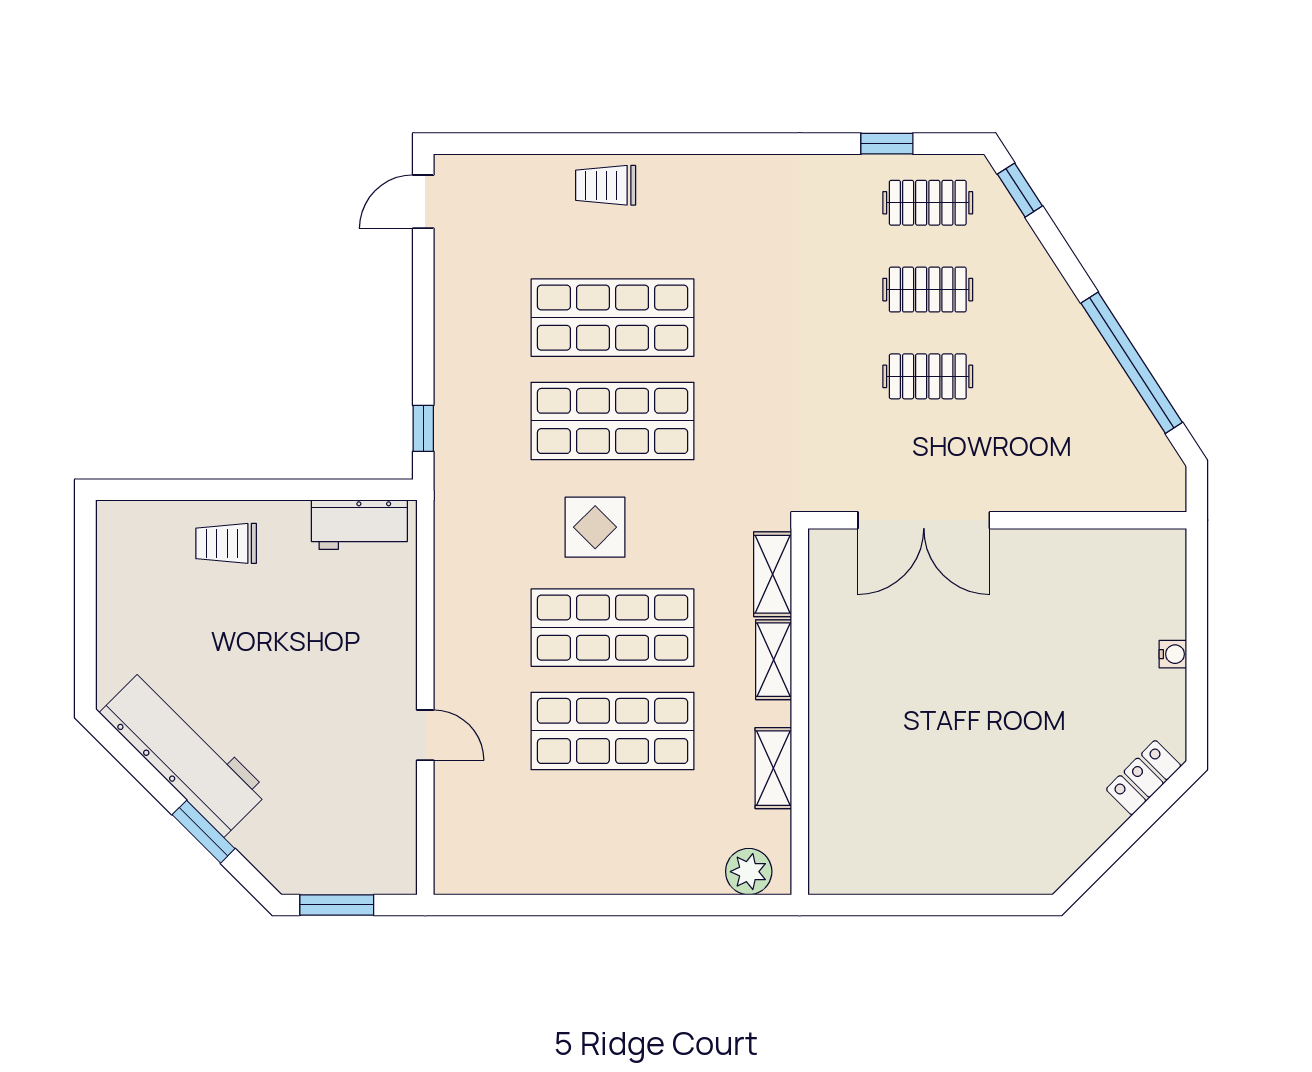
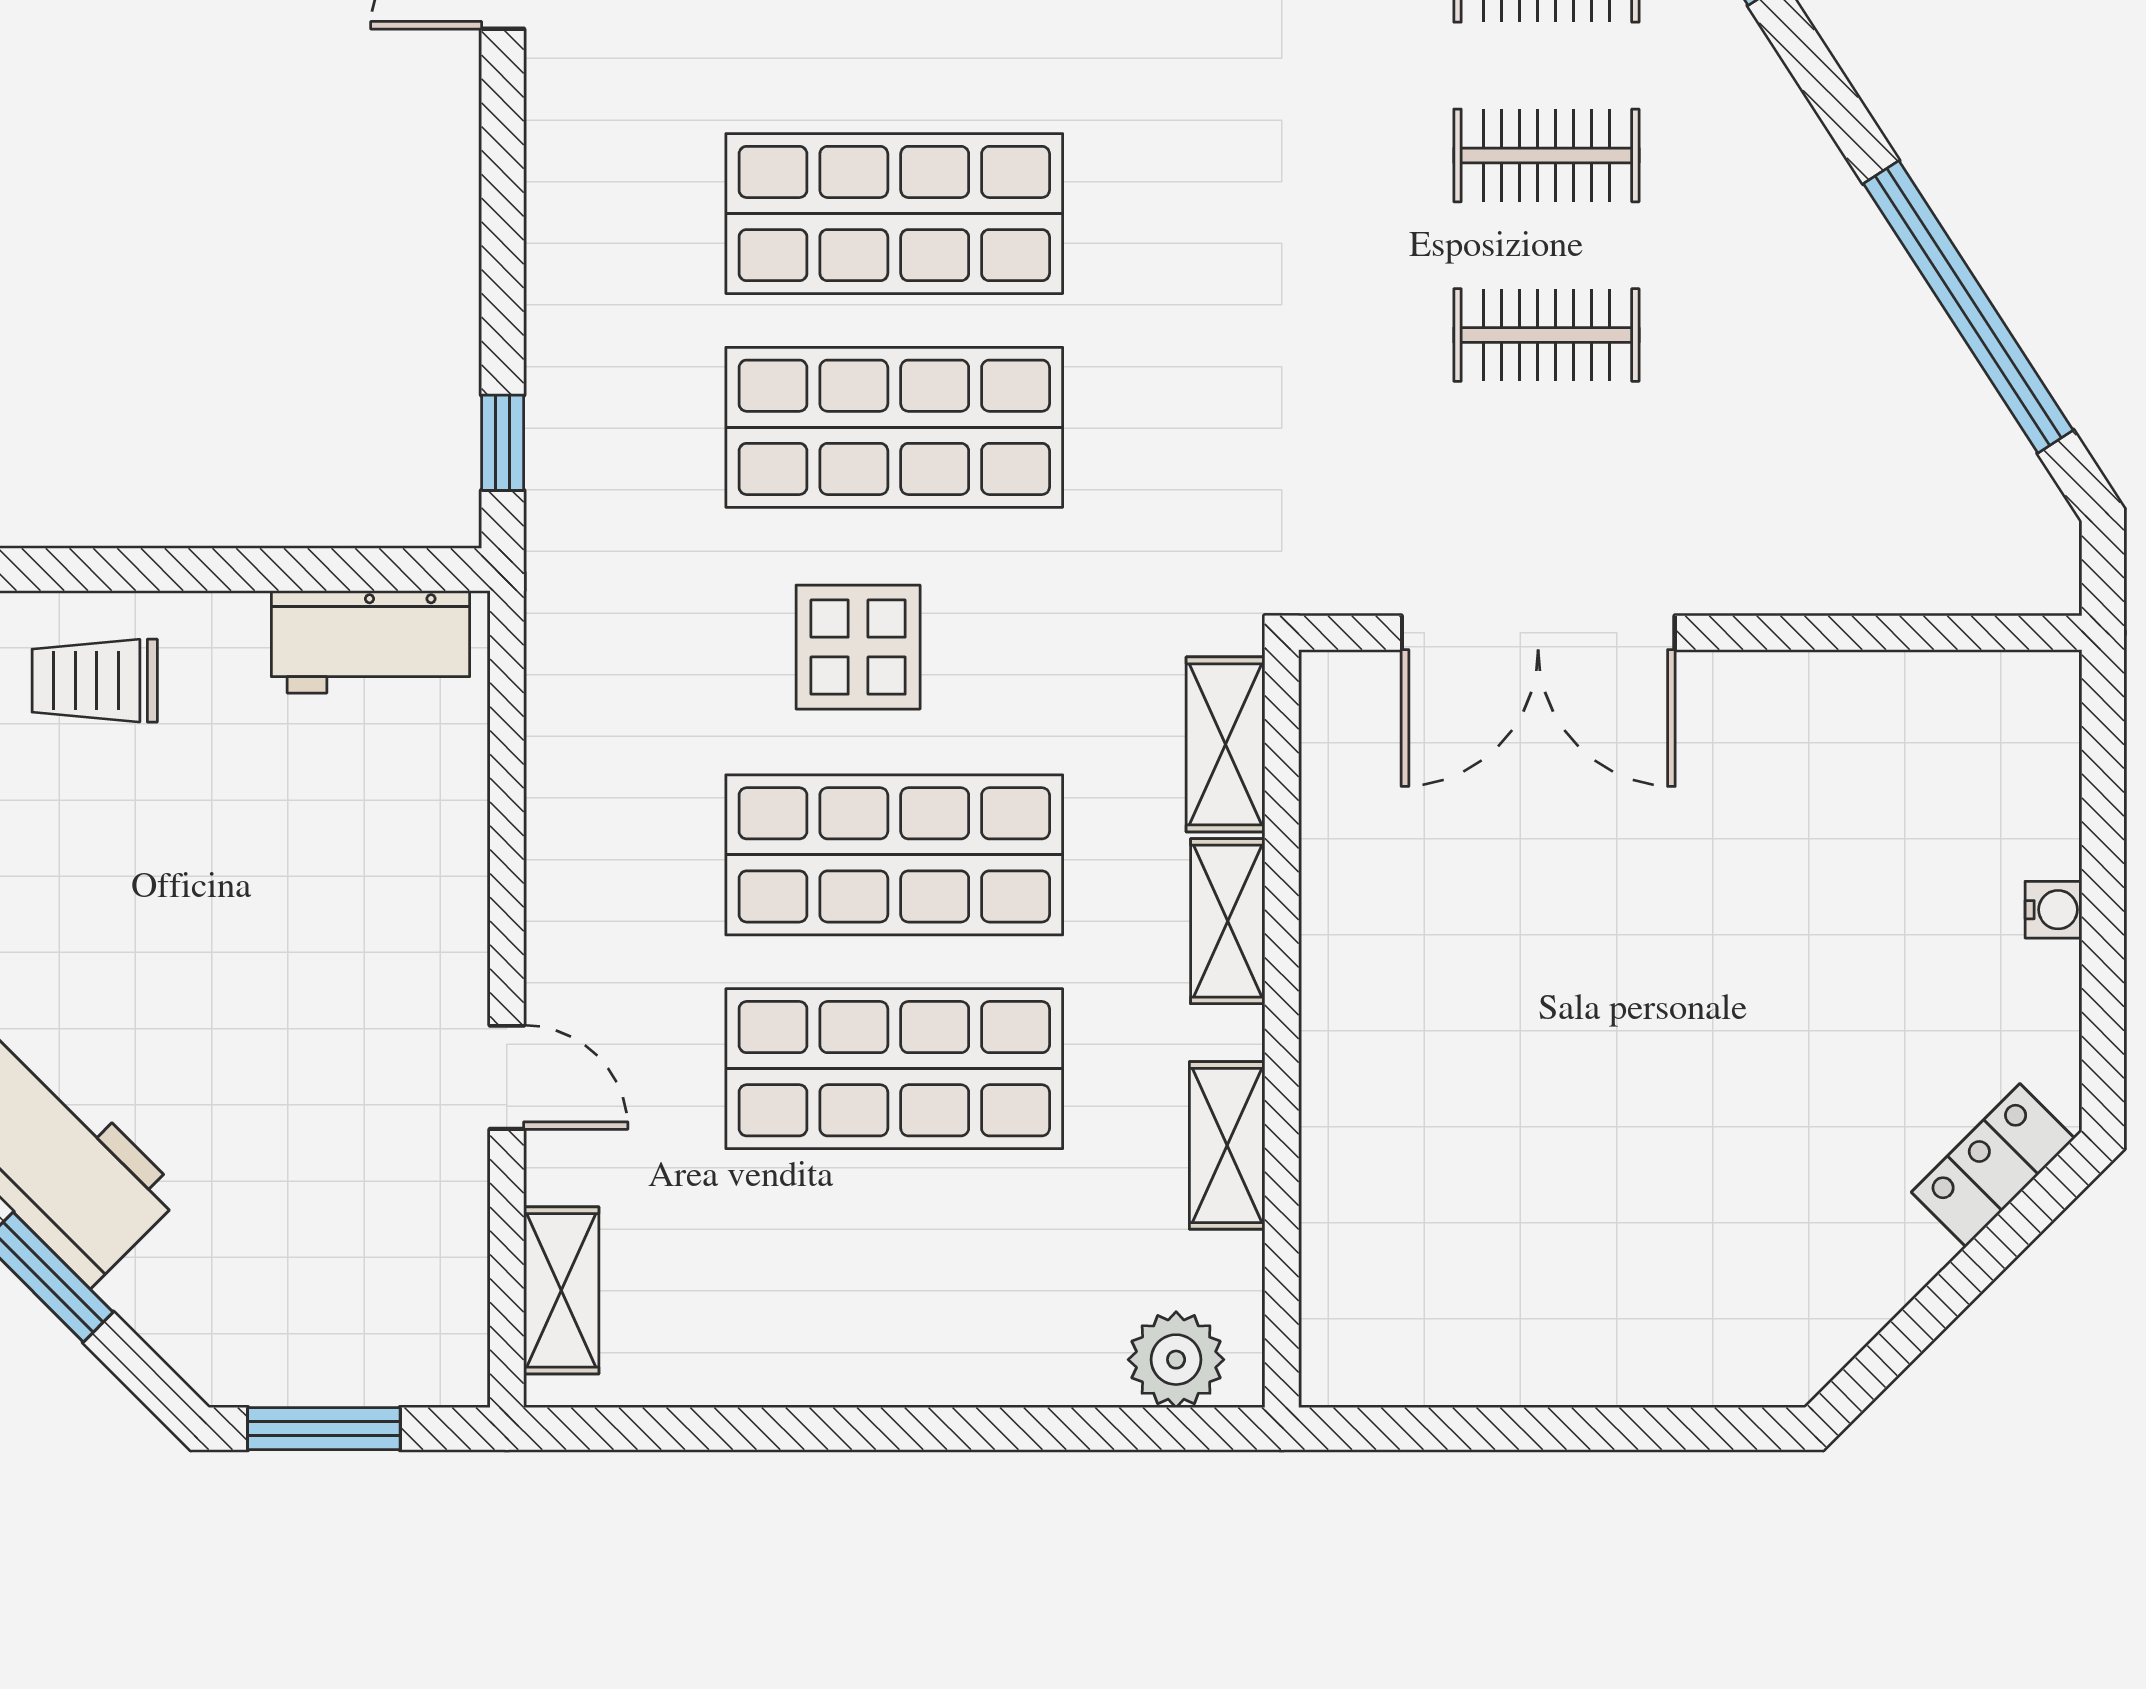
shelving: (452, 838) -> (561, 1290), added

